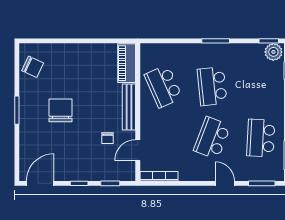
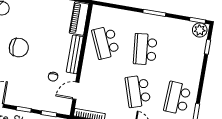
chair: (61, 110) -> (19, 48), turned 90
school desk: (212, 138) -> (138, 91), turned -39

